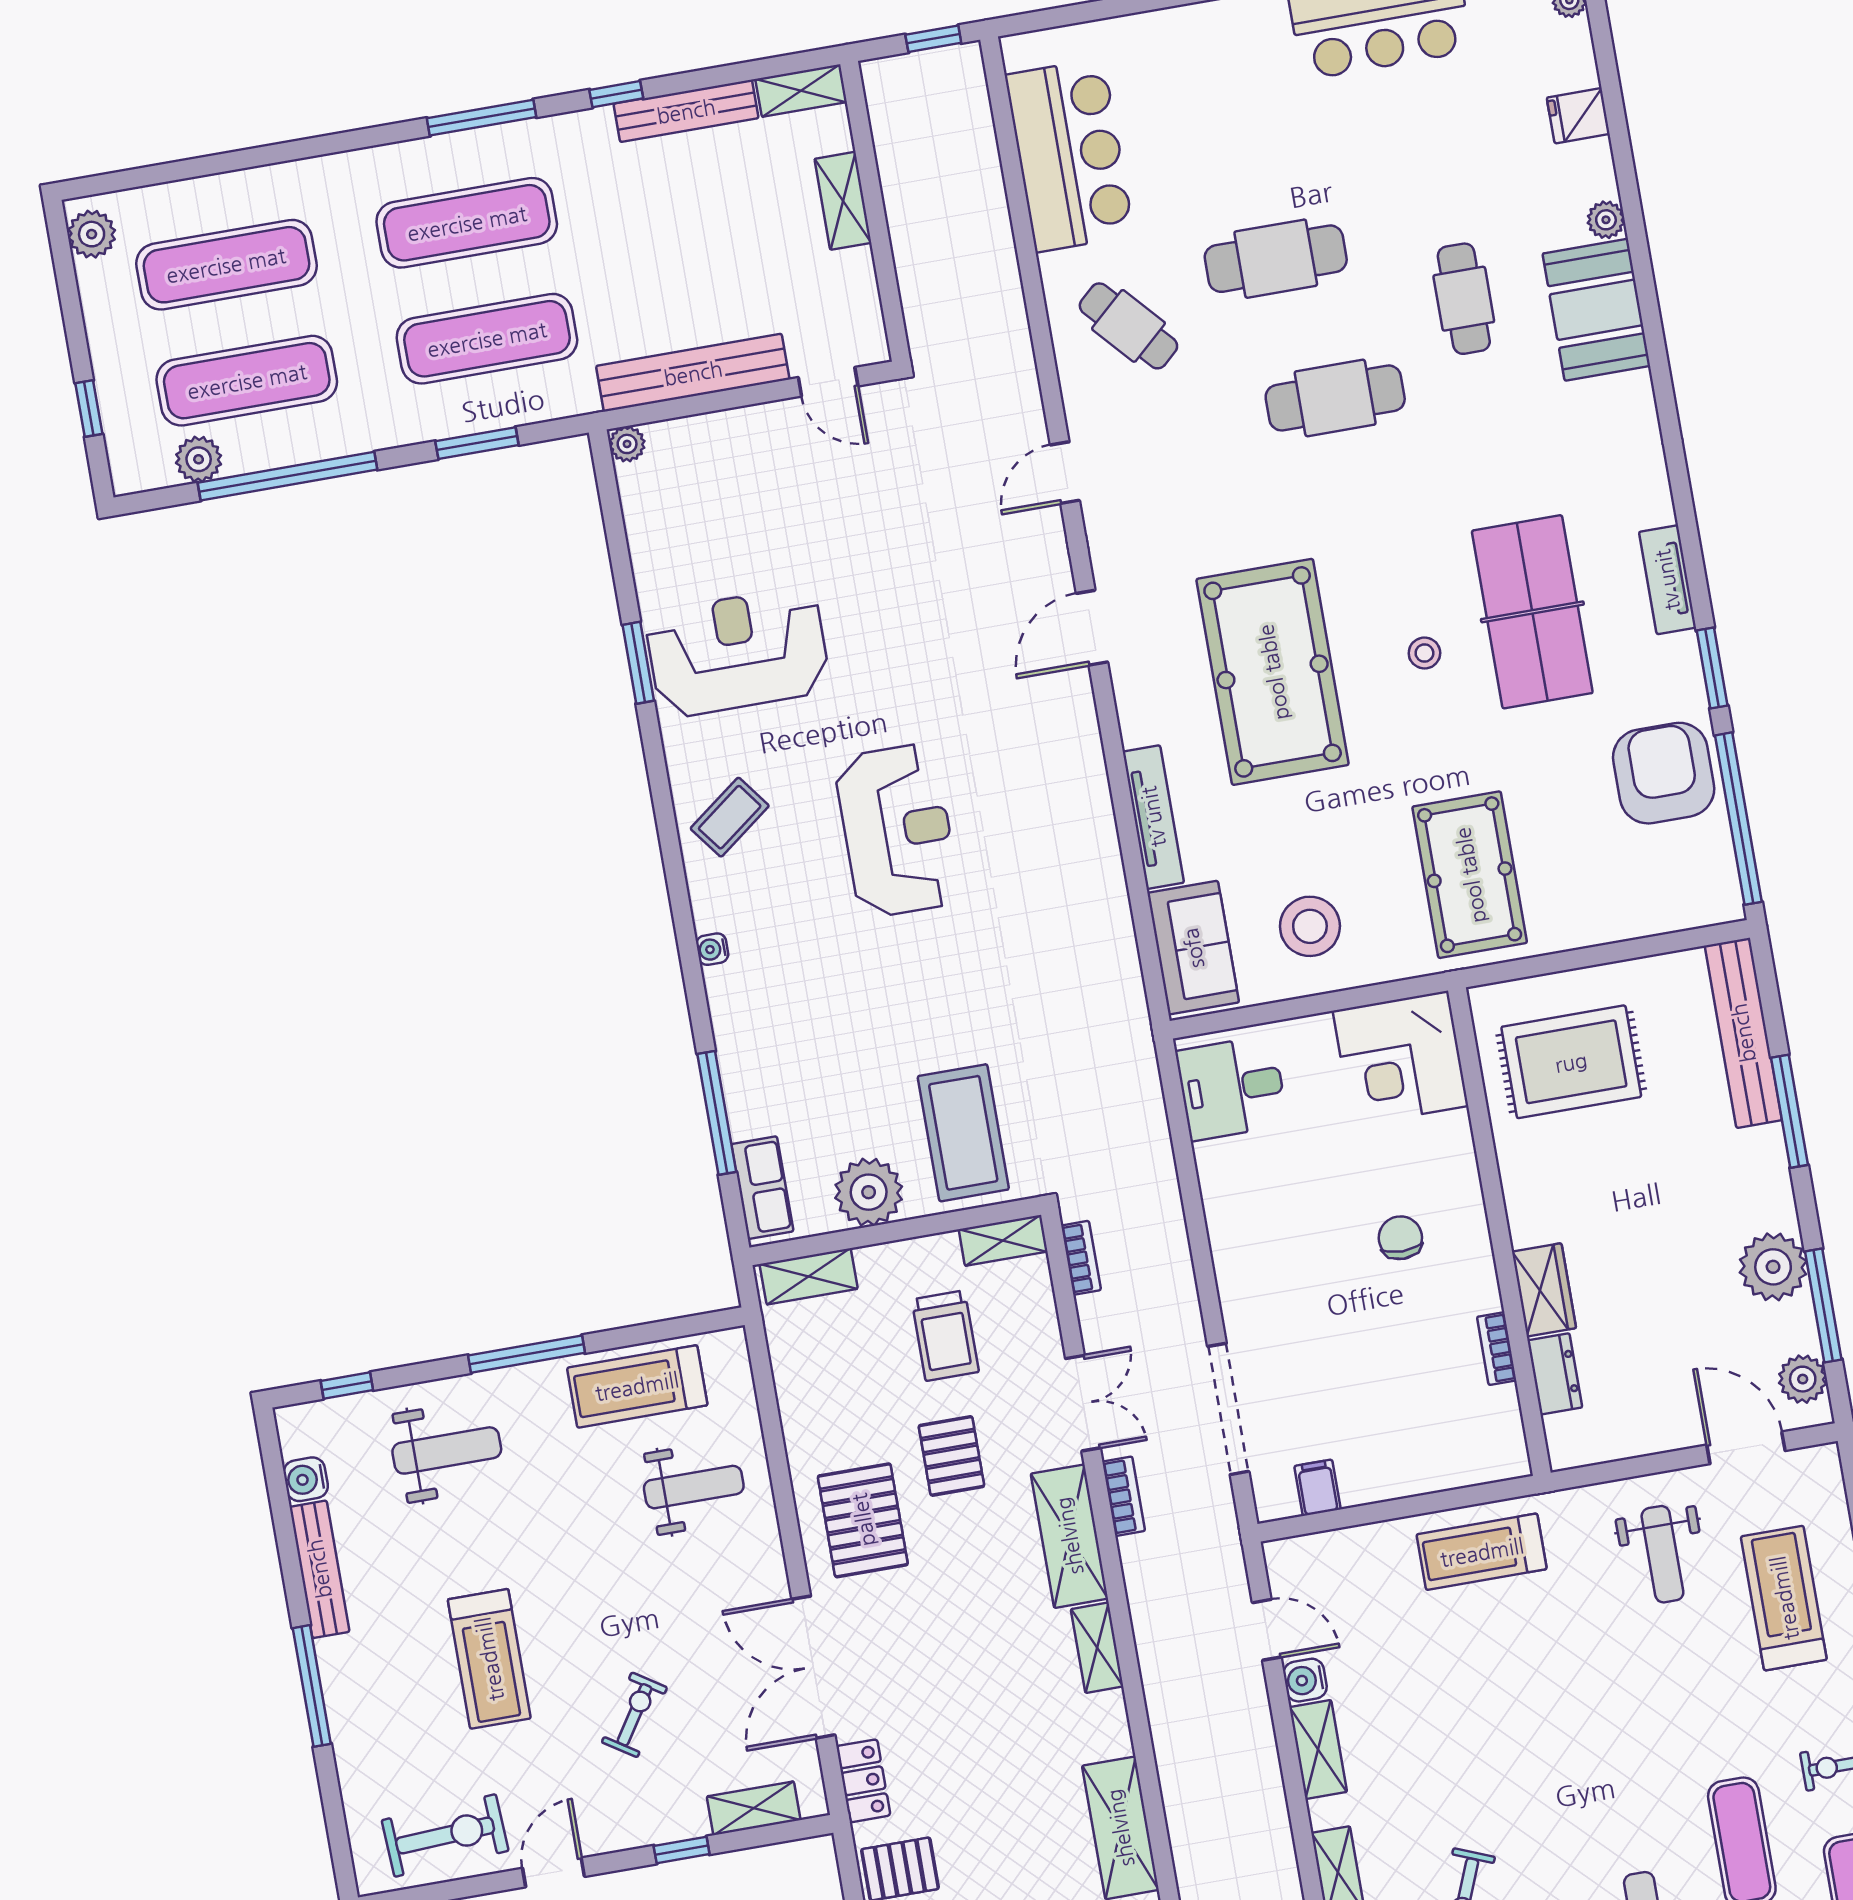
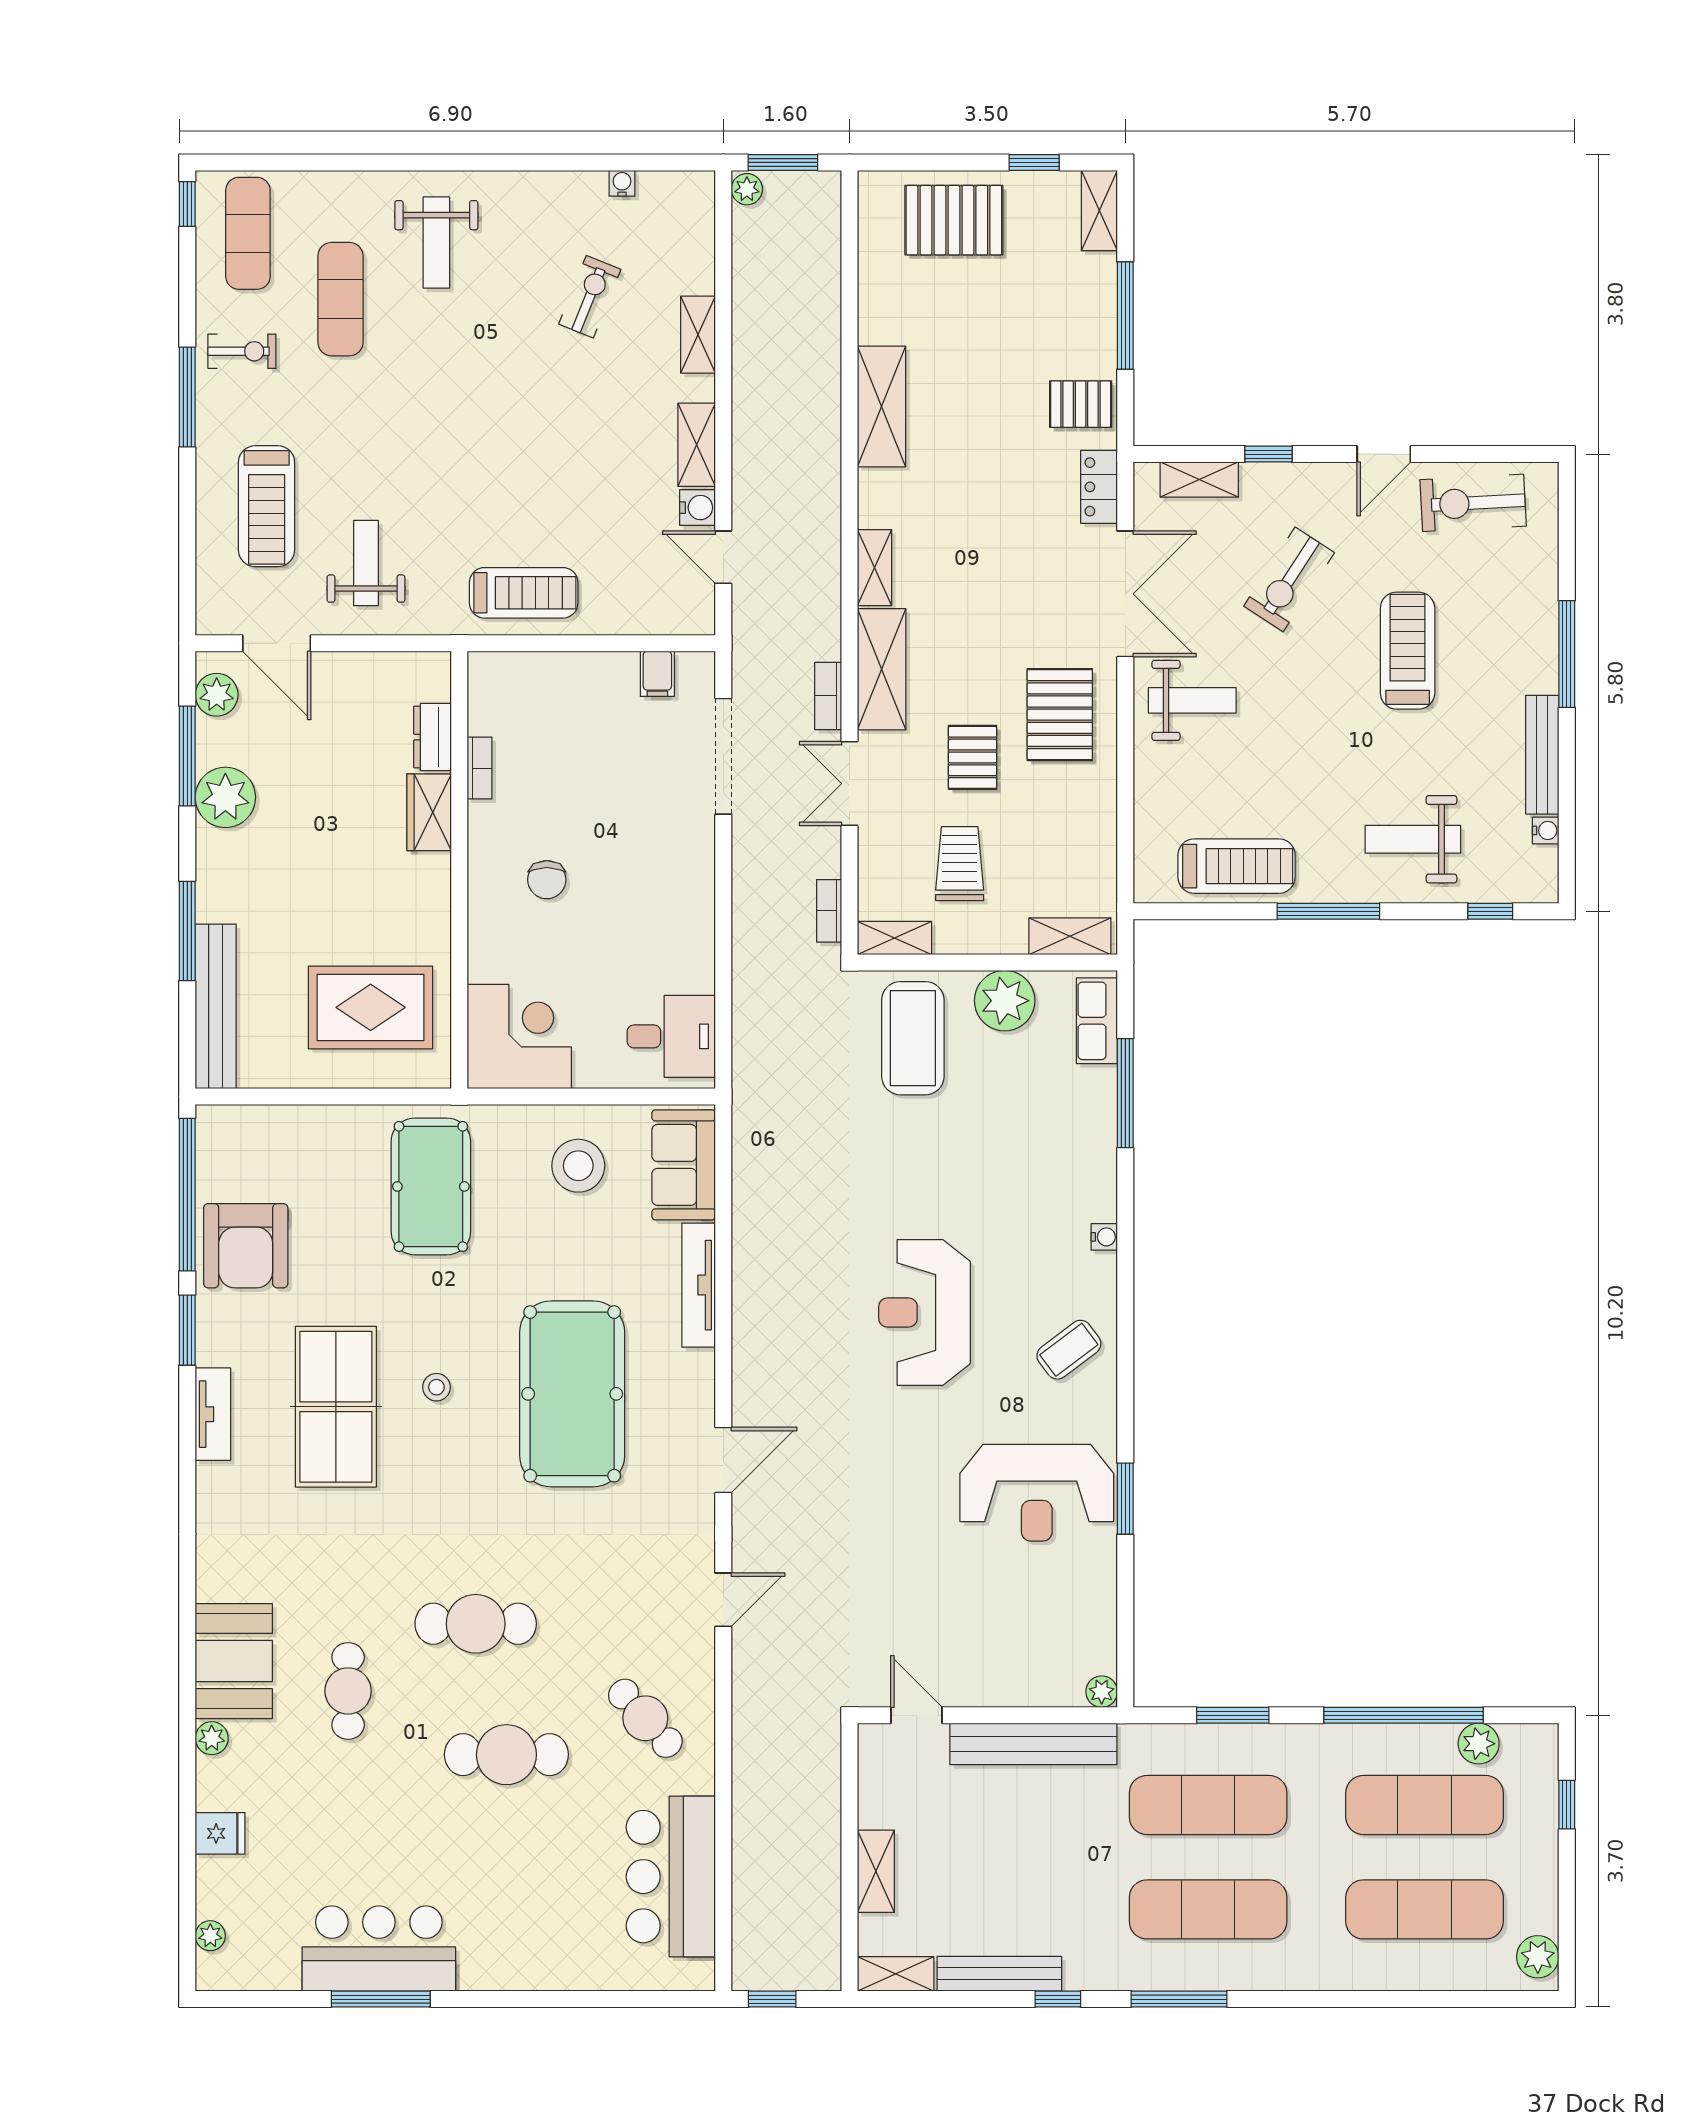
water cooler: (306, 1479) -> (1546, 830), width x0.72, depth x0.72
weight bench: (694, 1487) -> (1192, 700), moved, turned 180
exercise bike: (634, 1715) -> (1289, 579), width x1.38, depth x1.39

